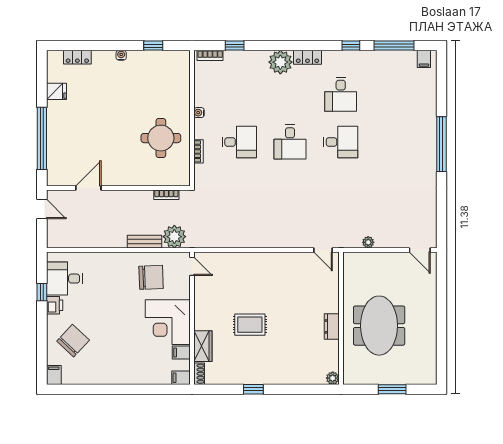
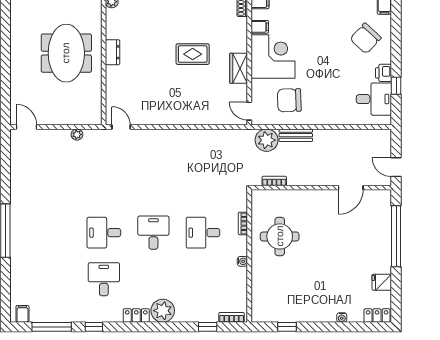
water cooler: (121, 55) -> (342, 317), moved
locker: (77, 57) -> (377, 316), moved
wardrobe: (203, 346) -> (239, 68), moved

